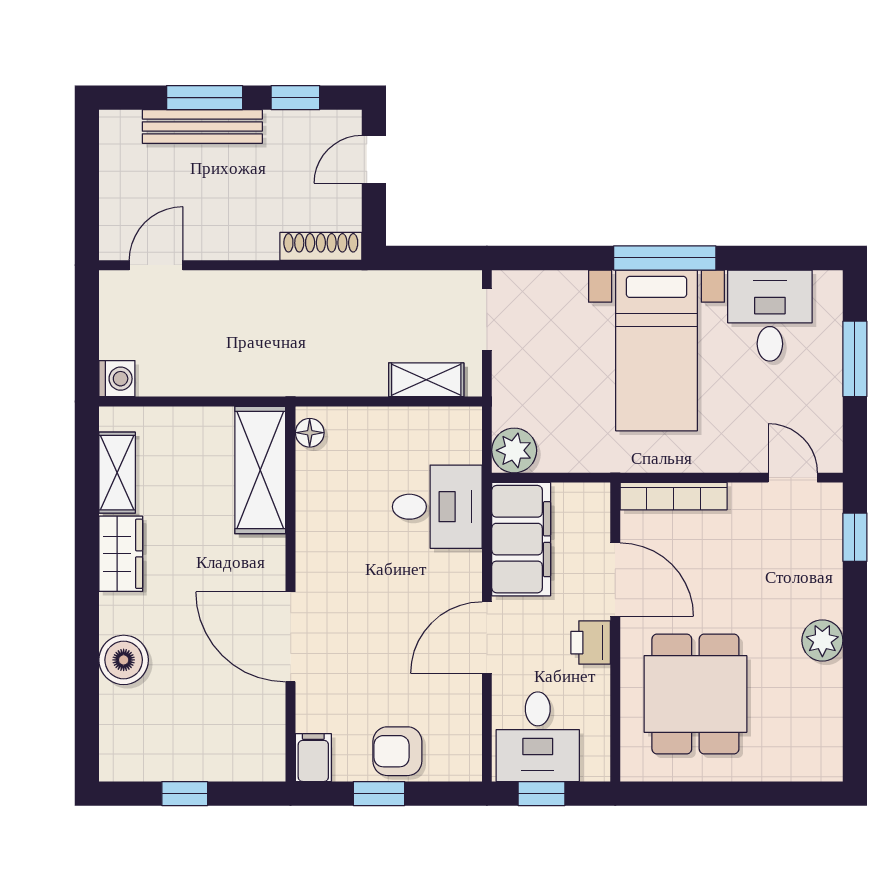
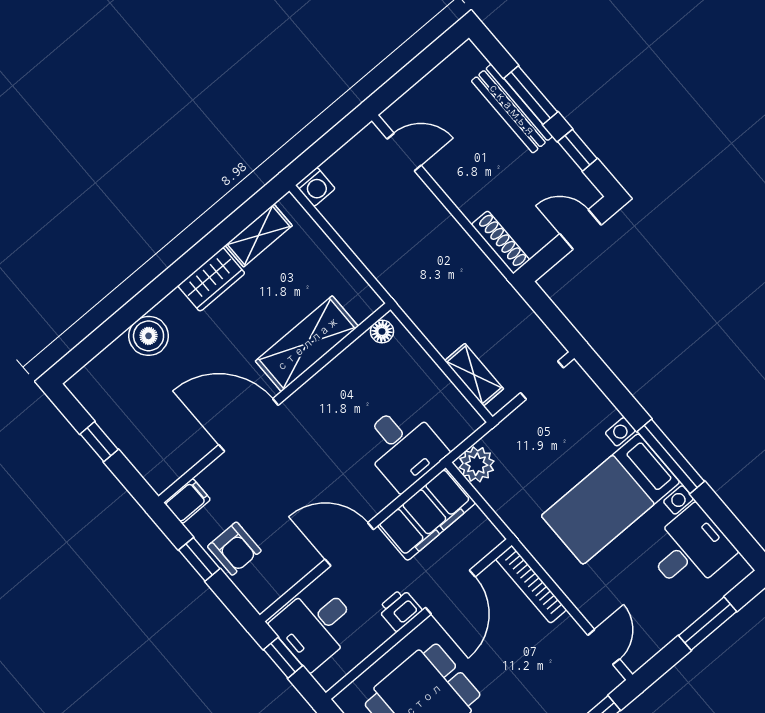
shelving: (260, 470) -> (307, 344), moved
door: (291, 637) -> (249, 425), hinge flipped
armchair: (397, 751) -> (234, 549), turned 180

